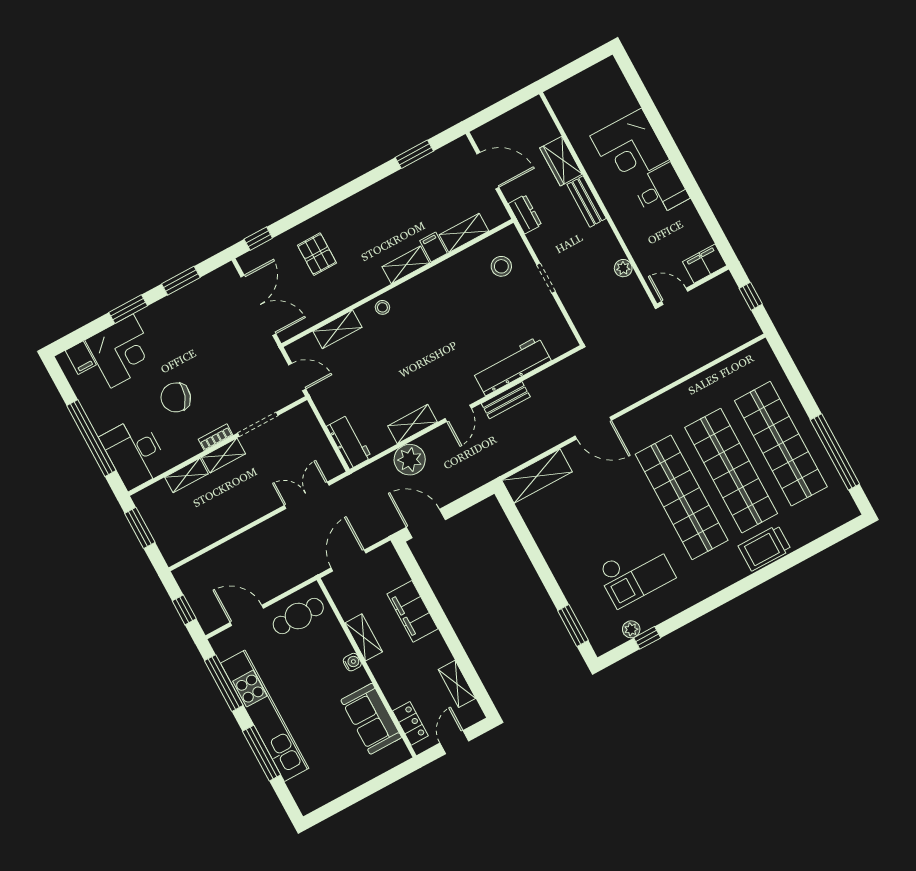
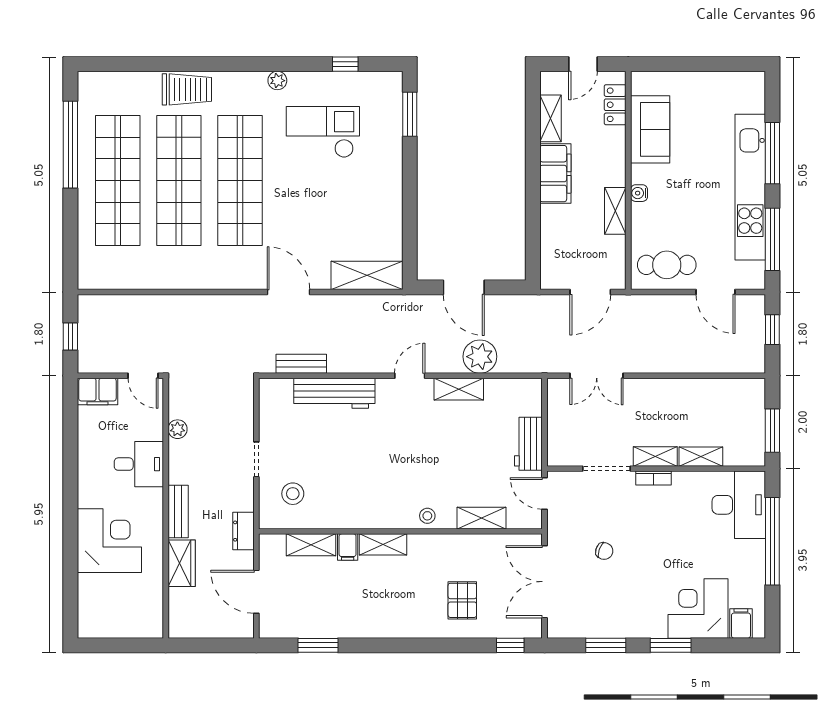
desk: (661, 190) -> (139, 464), moved, turned 180
chair: (176, 397) -> (604, 551), moved, width x0.54, depth x0.54
bench: (506, 400) -> (301, 364), moved
workbench: (349, 442) -> (528, 444), moved
door: (426, 523) -> (464, 287), moved
filing cabinet: (413, 611) -> (555, 174), moved
plant: (631, 629) -> (277, 81), moved

